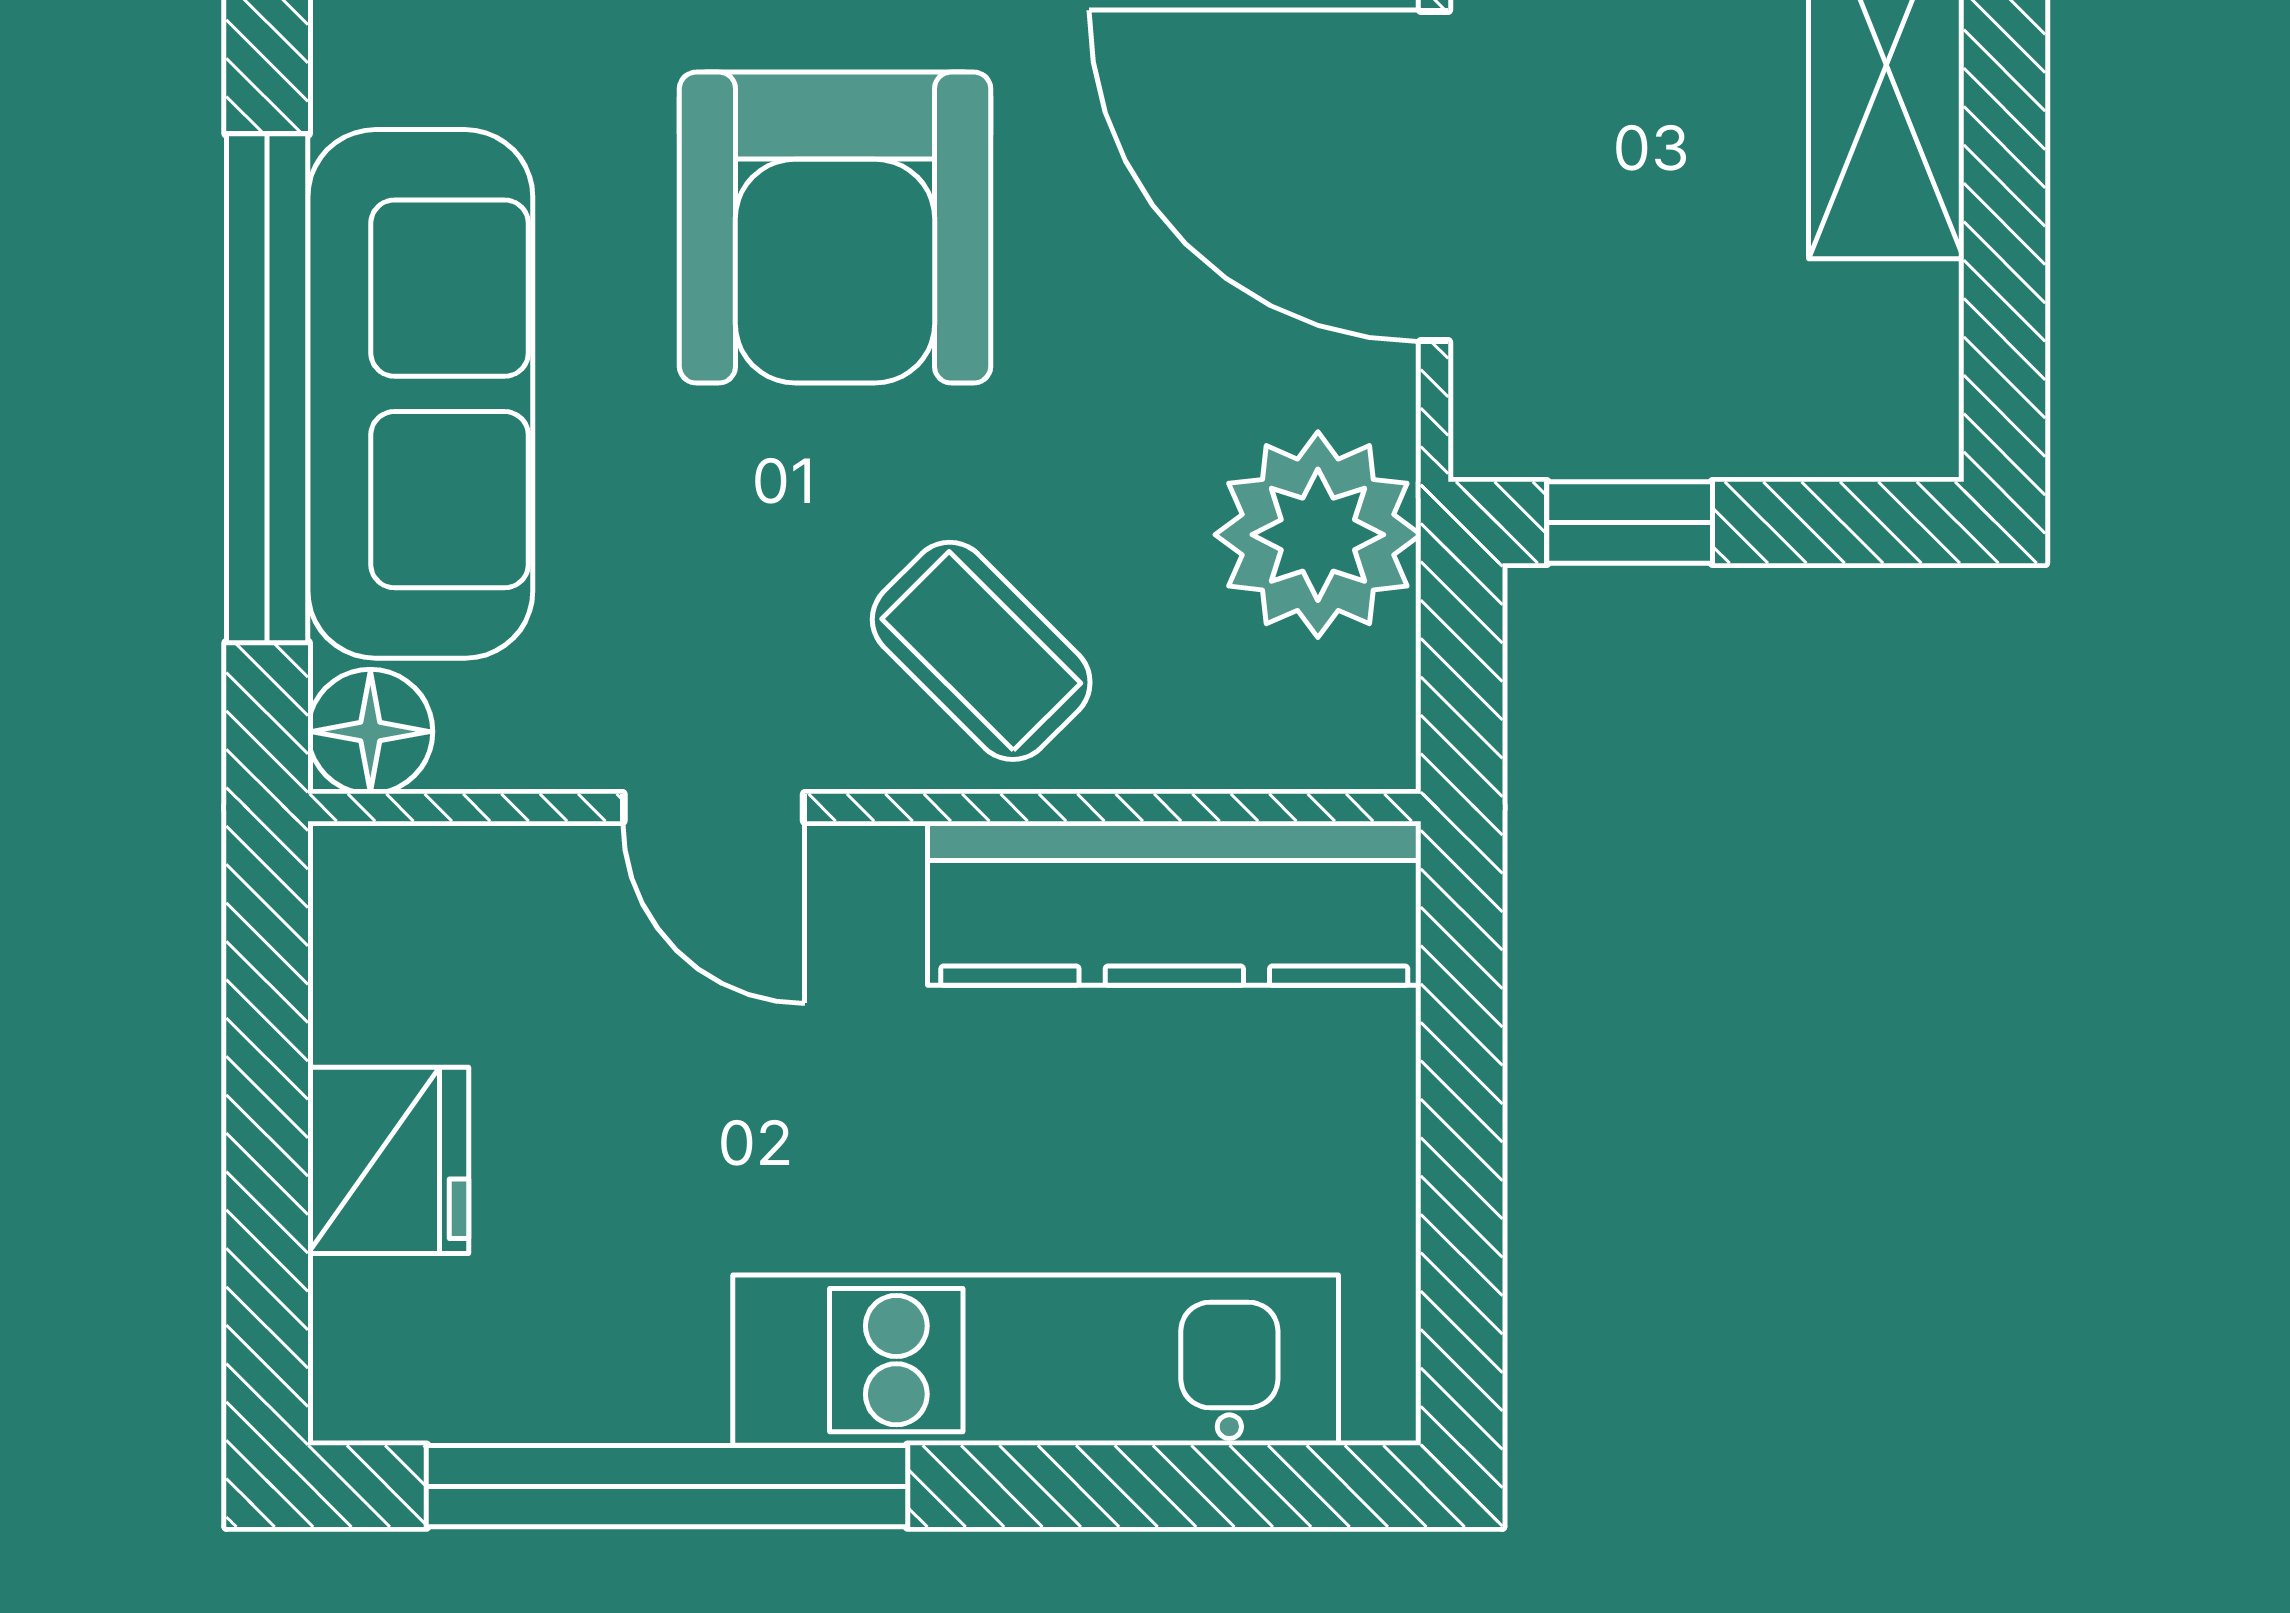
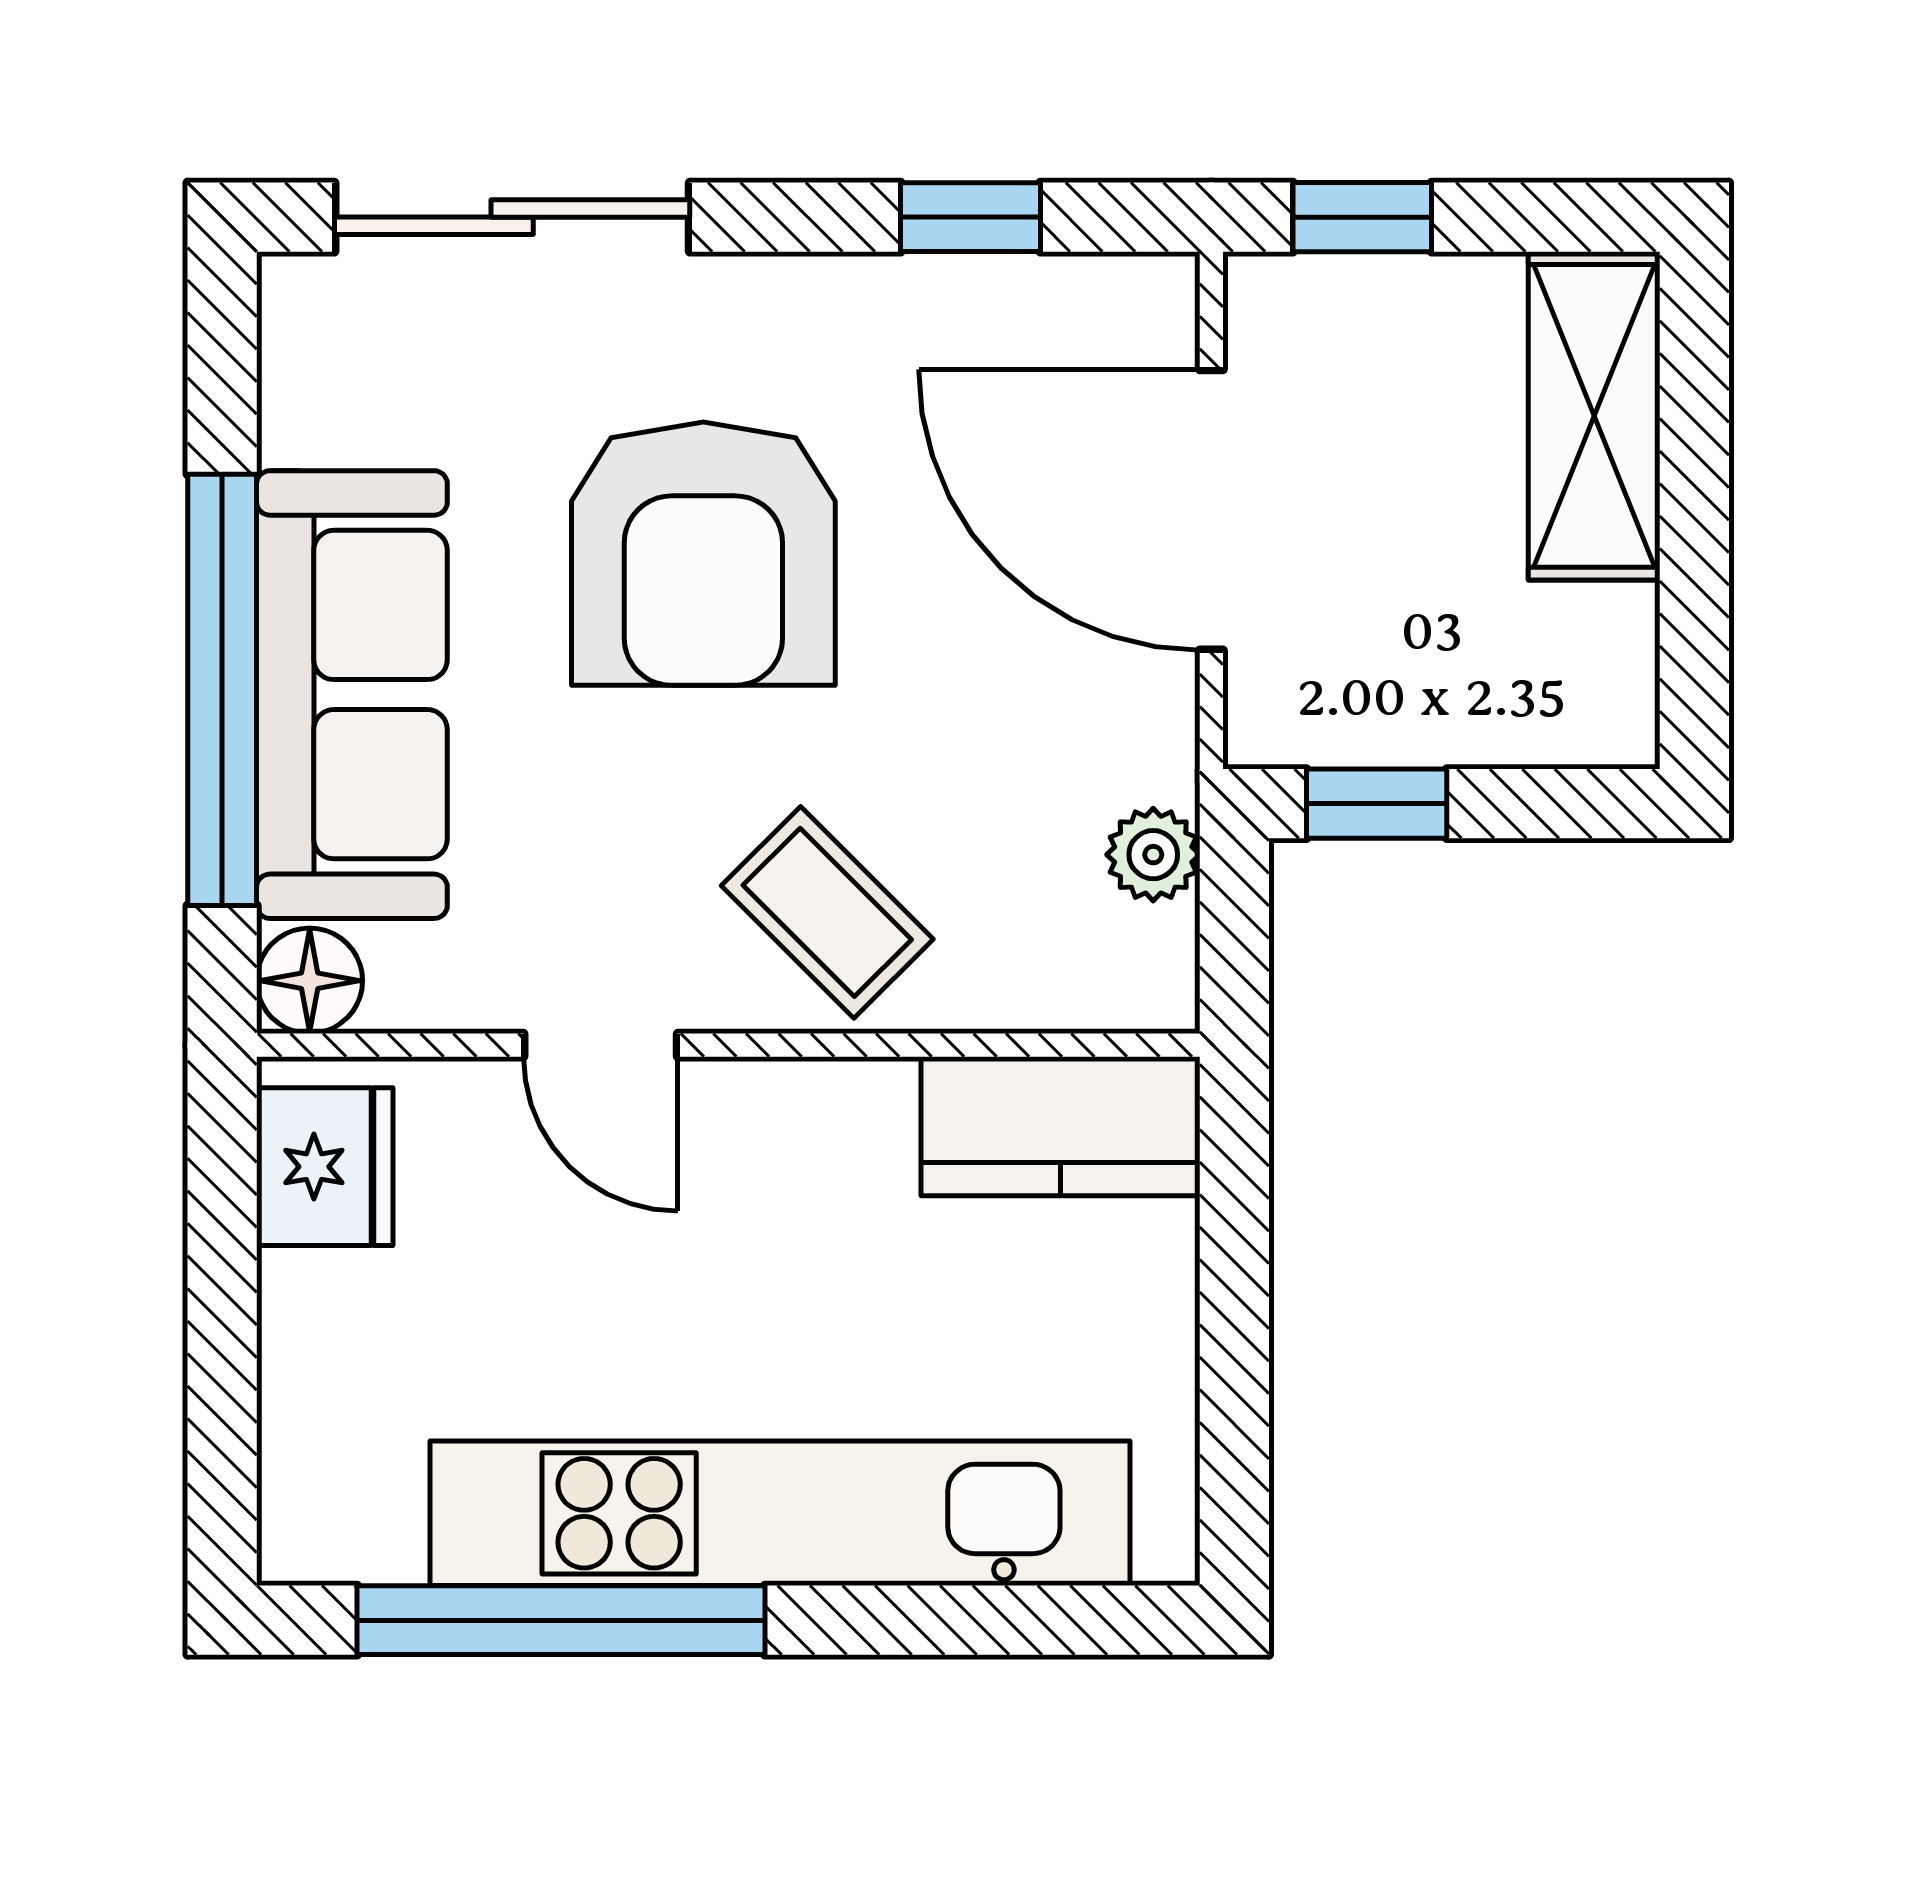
plant: (1318, 535) -> (1153, 855), width x0.53, depth x0.53
kitchen counter: (1174, 903) -> (1060, 1126), width x0.67
fridge: (388, 1160) -> (325, 1167), moved
kitchen unit: (1036, 1360) -> (780, 1513), width x1.36

